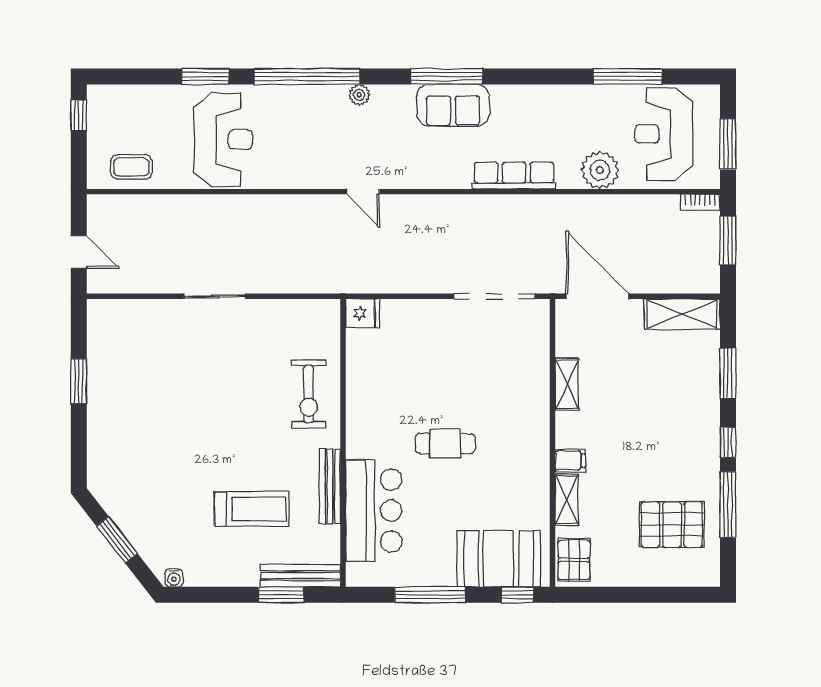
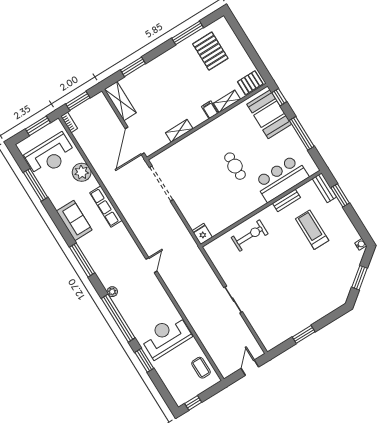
sofa: (453, 105) -> (74, 221), moved
window: (728, 442) -> (162, 49), removed
bench: (330, 486) -> (287, 200), width x0.73
bench: (300, 576) -> (324, 188), width x0.73

